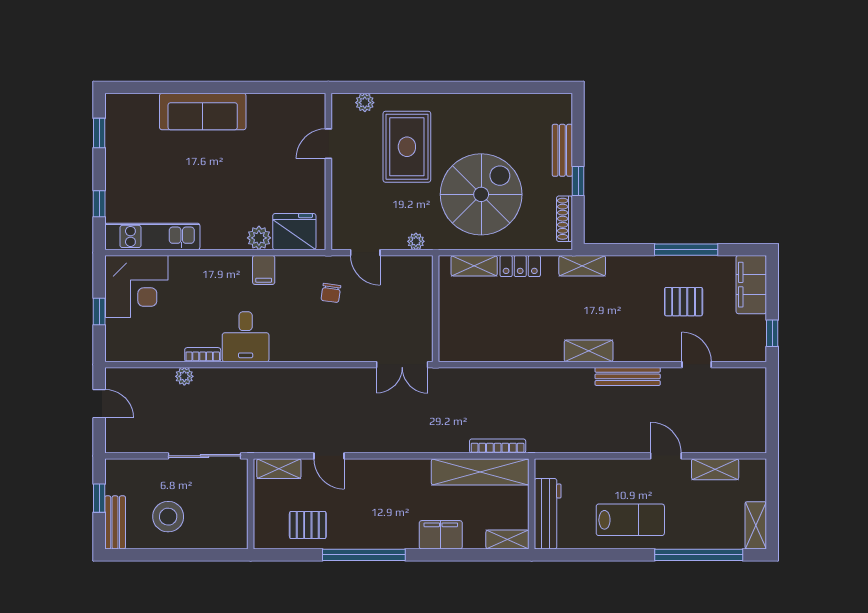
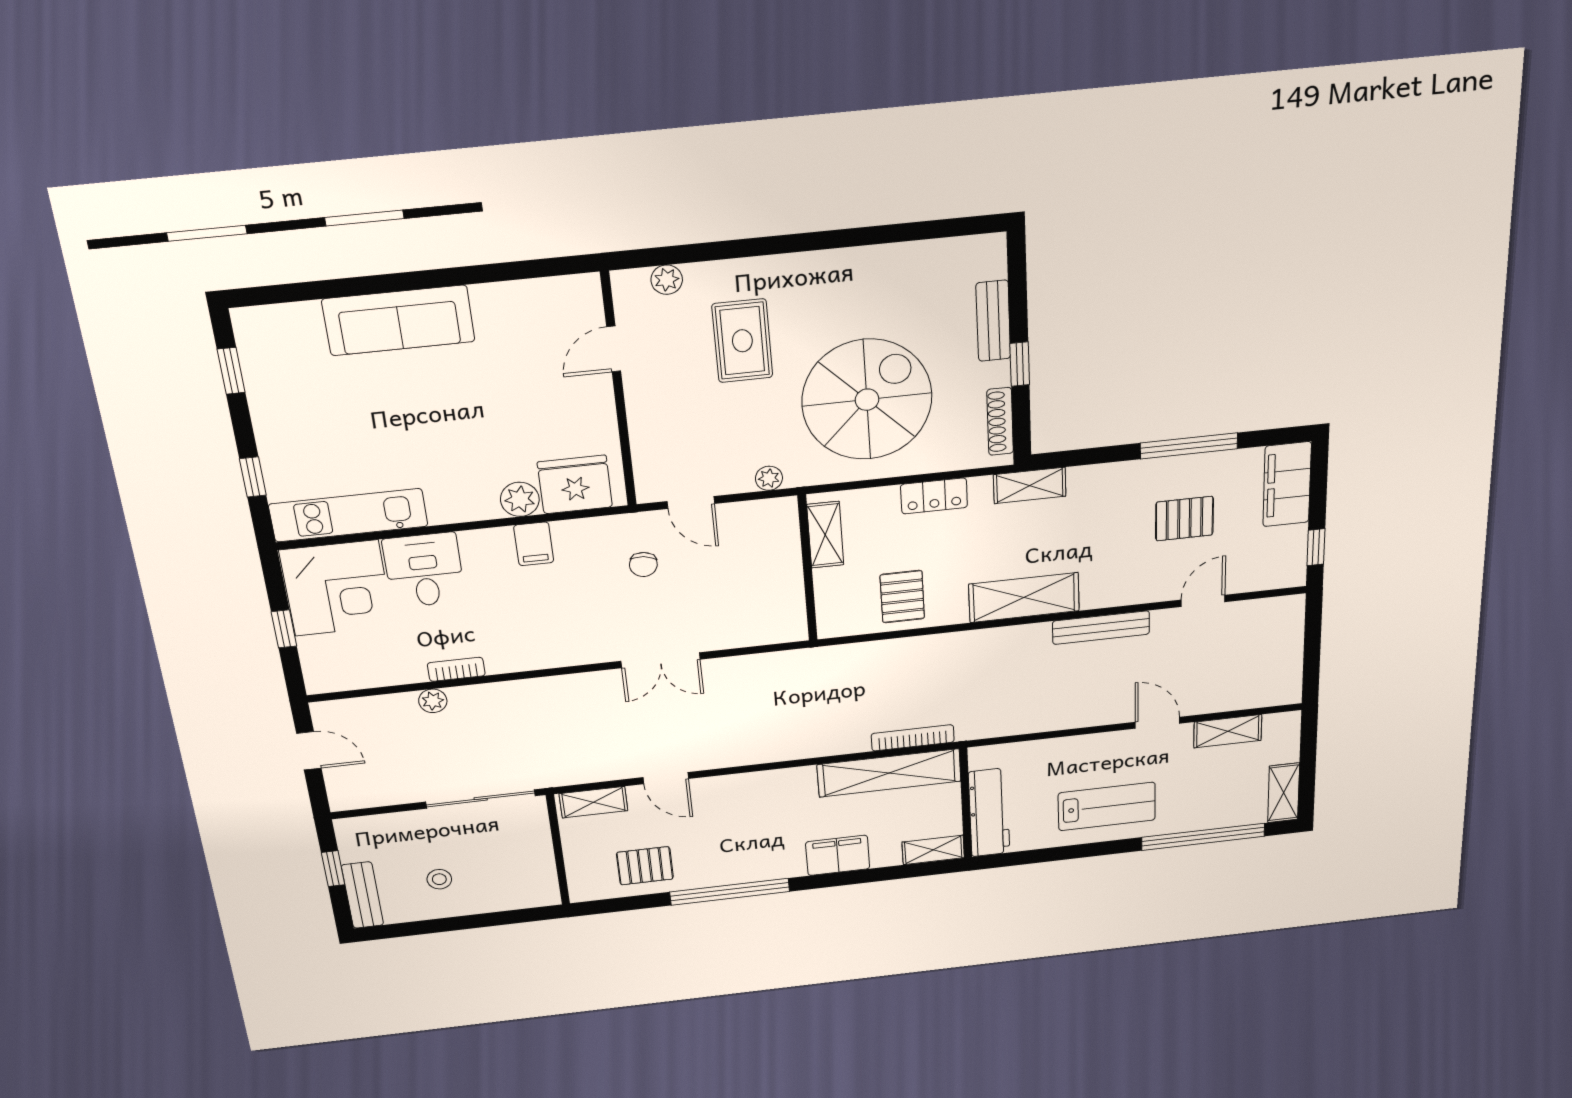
rug: (407, 147) -> (742, 341), width x0.73, depth x0.70
shelving: (474, 266) -> (825, 535), moved, turned 90
desk: (246, 337) -> (424, 570), moved, turned 180
pallet: (496, 337) -> (902, 597), added
shelving: (589, 351) -> (1024, 598), width x1.50, depth x1.33
double door: (402, 365) -> (660, 660), moved
door: (697, 365) -> (1203, 601), hinge flipped
stool: (168, 517) -> (439, 879), width x0.53, depth x0.53

